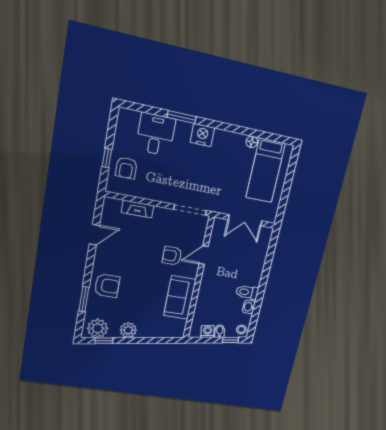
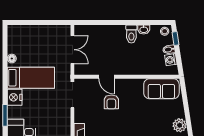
bed: (265, 171) -> (31, 78), moved
sofa: (180, 297) -> (161, 89), moved

